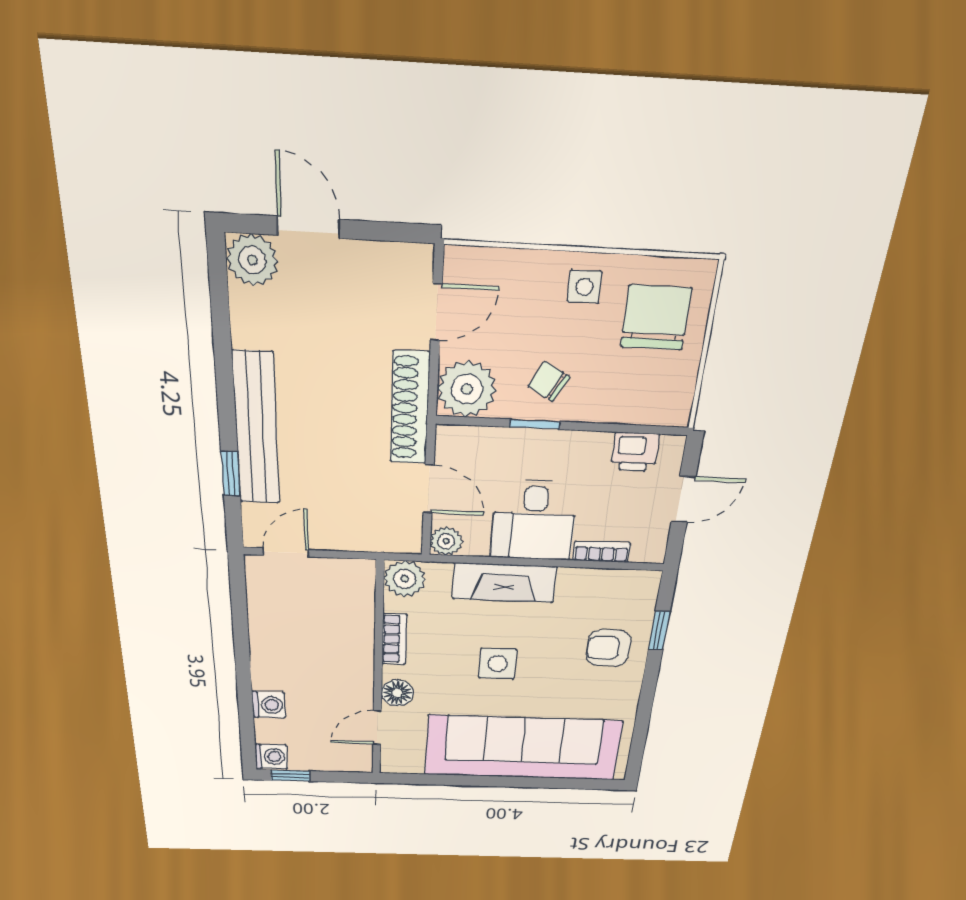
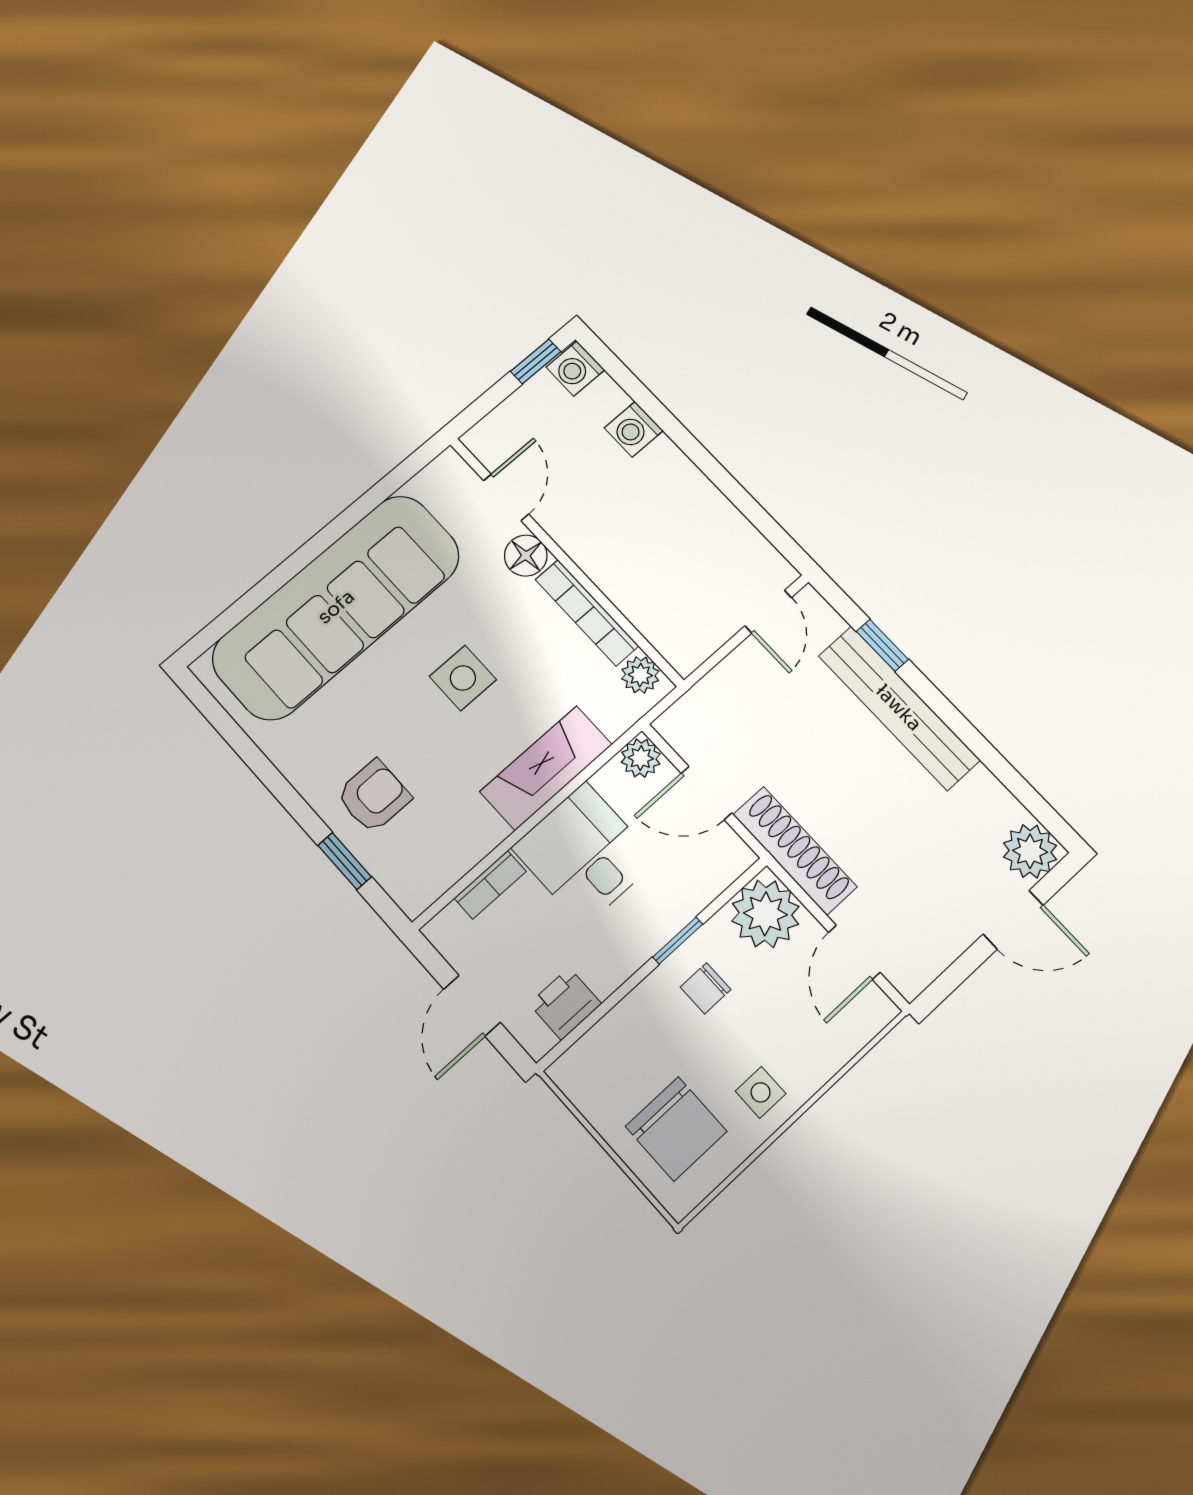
chair: (549, 382) -> (706, 988), turned 151
plant: (405, 579) -> (640, 675), width x0.73, depth x0.73
bookcase: (394, 639) -> (587, 613), width x1.56

